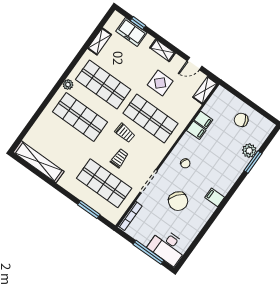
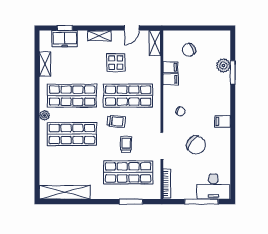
chair: (241, 120) -> (189, 50), moved

